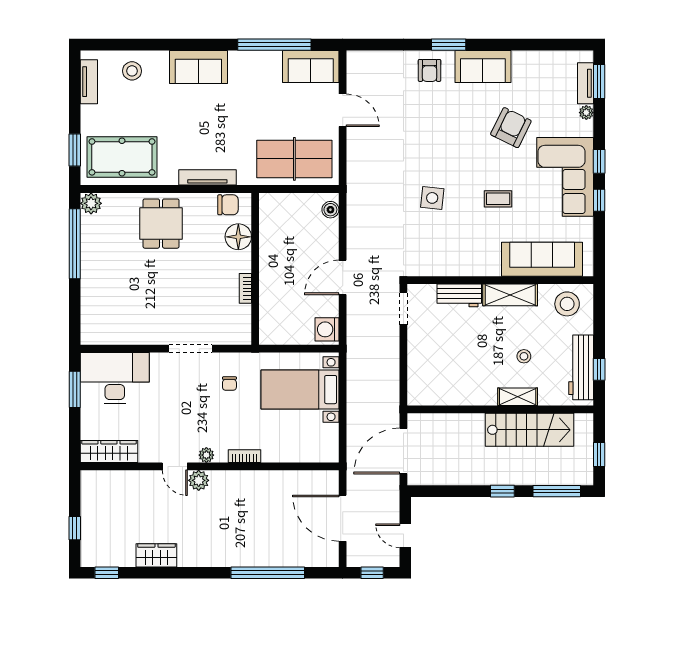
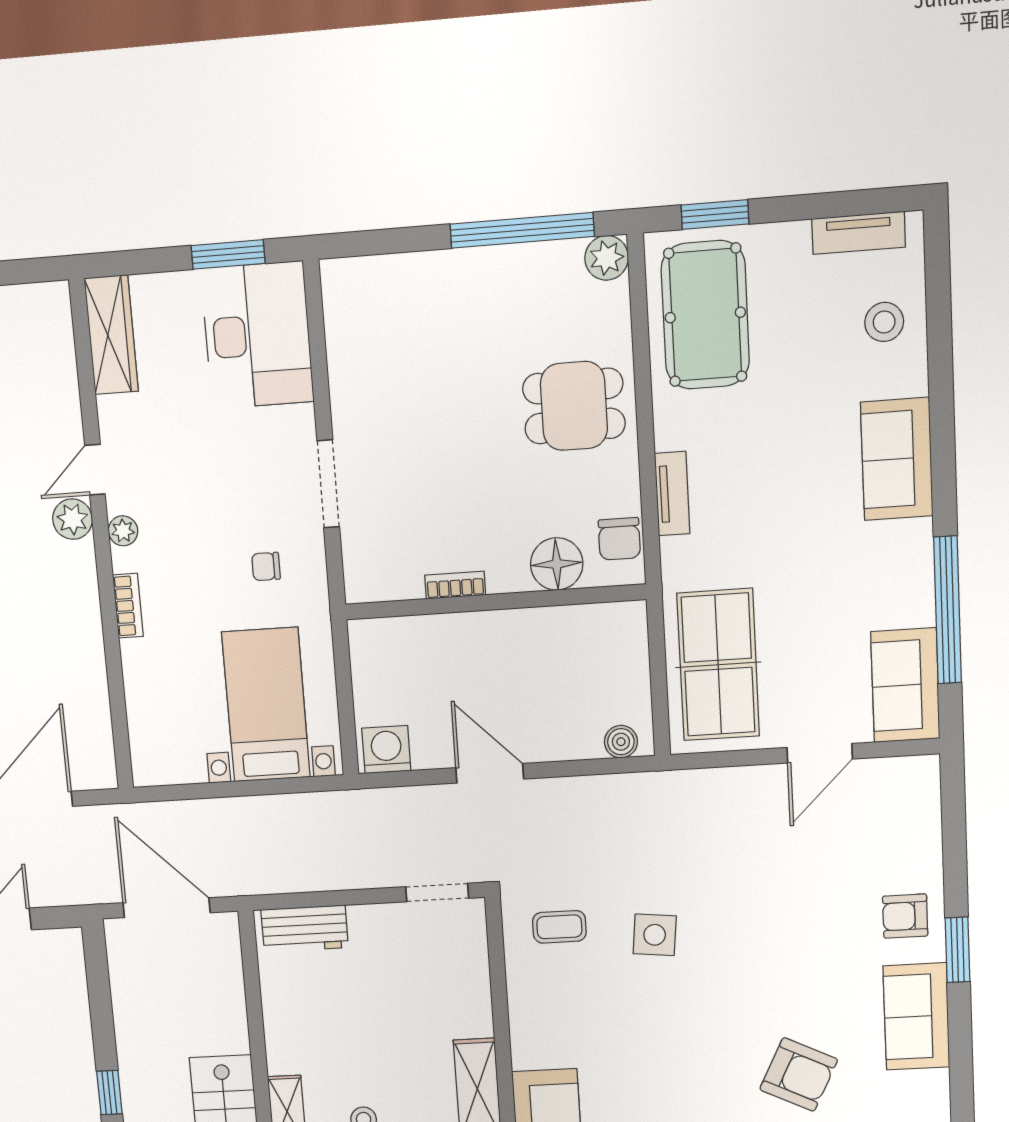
tv unit: (207, 177) -> (672, 494), width x0.71
coffee table: (498, 199) -> (559, 927), moved, turned 90
workbench: (459, 295) -> (305, 929), moved, turned -90

